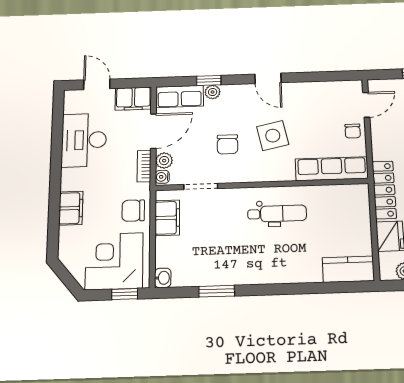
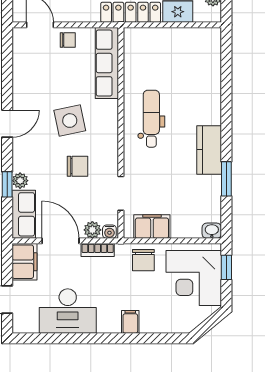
filing cabinet: (71, 208) -> (130, 322), width x0.50
kitchen counter: (348, 269) -> (209, 150), moved

